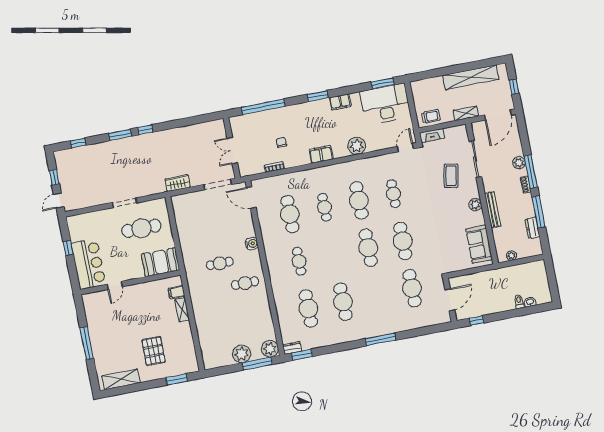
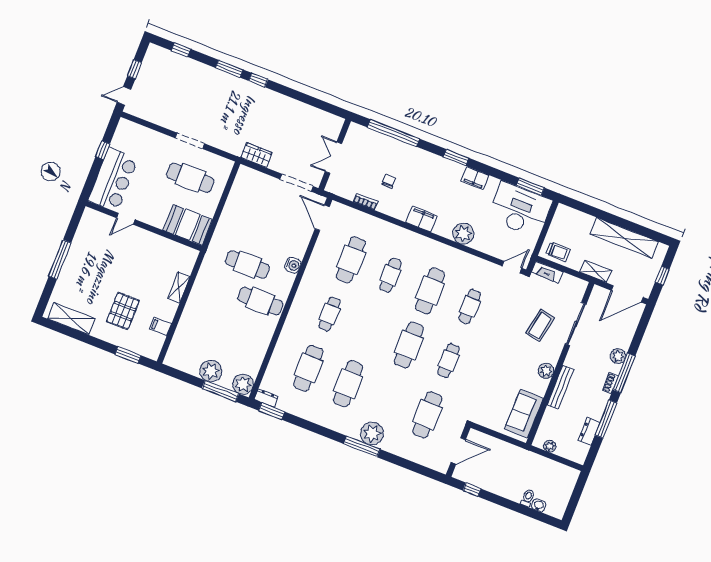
cafe table: (403, 241) -> (449, 361), width x0.73, depth x0.74
cafe table: (220, 263) -> (247, 265), width x1.37, depth x1.35
cafe table: (245, 283) -> (260, 301), width x1.37, depth x1.35
filing cabinet: (176, 292) -> (161, 327), moved
plant: (382, 326) -> (372, 434), added

